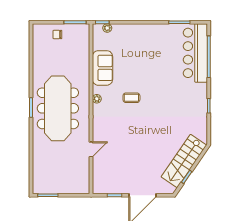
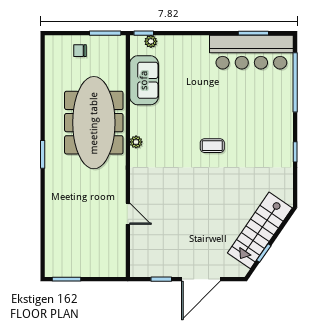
bar counter: (195, 53) -> (251, 52), moved, turned -90
sofa: (102, 68) -> (144, 80), moved
coffee table: (131, 98) -> (212, 146), moved
meeting table: (58, 108) -> (94, 123), moved
door: (91, 149) -> (128, 214), hinge flipped

